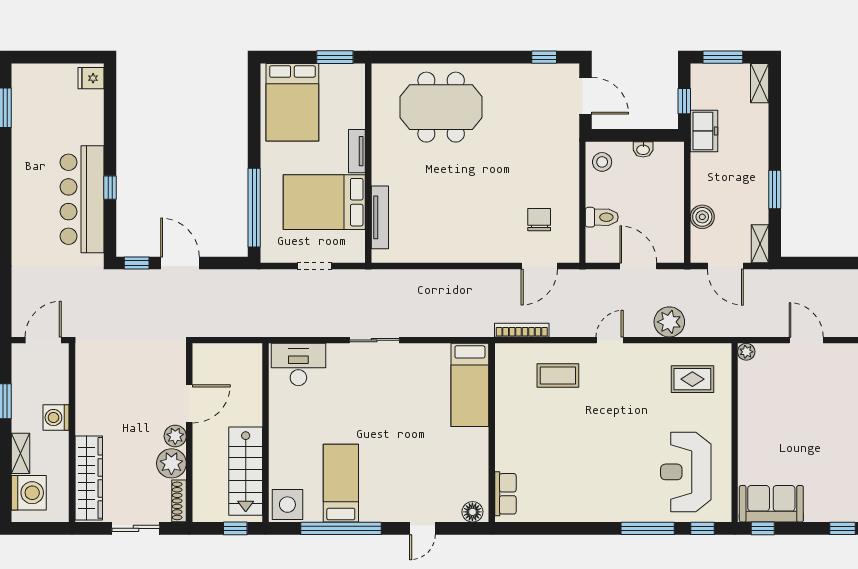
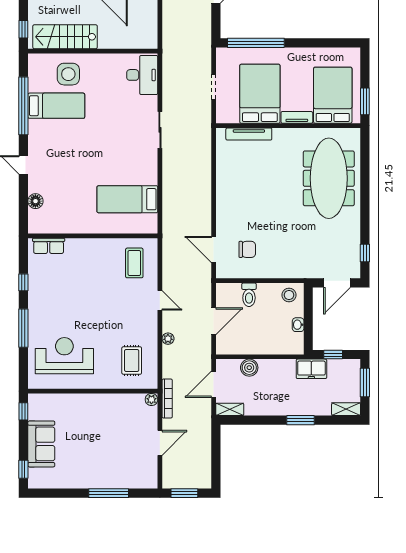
bed: (292, 102) -> (333, 95), moved, turned 90
meeting table: (441, 107) -> (329, 178), width x1.36
window: (775, 190) -> (301, 420), moved
plant: (669, 322) -> (168, 339), width x0.53, depth x0.53
bookcase: (522, 330) -> (167, 399), moved
wall: (492, 433) -> (93, 236), moved
row of seats: (505, 494) -> (49, 246), moved
sofa: (771, 504) -> (41, 444), moved
side table: (287, 505) -> (68, 74), moved
window: (702, 528) -> (23, 282), moved

